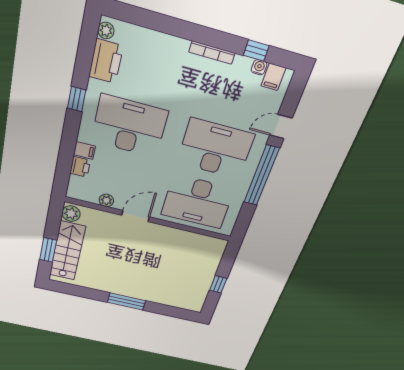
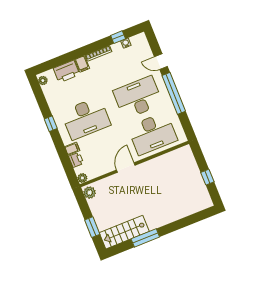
printer: (106, 61) -> (66, 71), moved, turned 90
filing cabinet: (273, 77) -> (82, 64), moved
desk: (129, 126) -> (86, 118), turned 180
door: (281, 127) -> (161, 62), hinge flipped
plant: (106, 200) -> (82, 178), moved
stairs: (67, 251) -> (124, 232), moved, turned -90
window: (126, 301) -> (145, 238), moved

